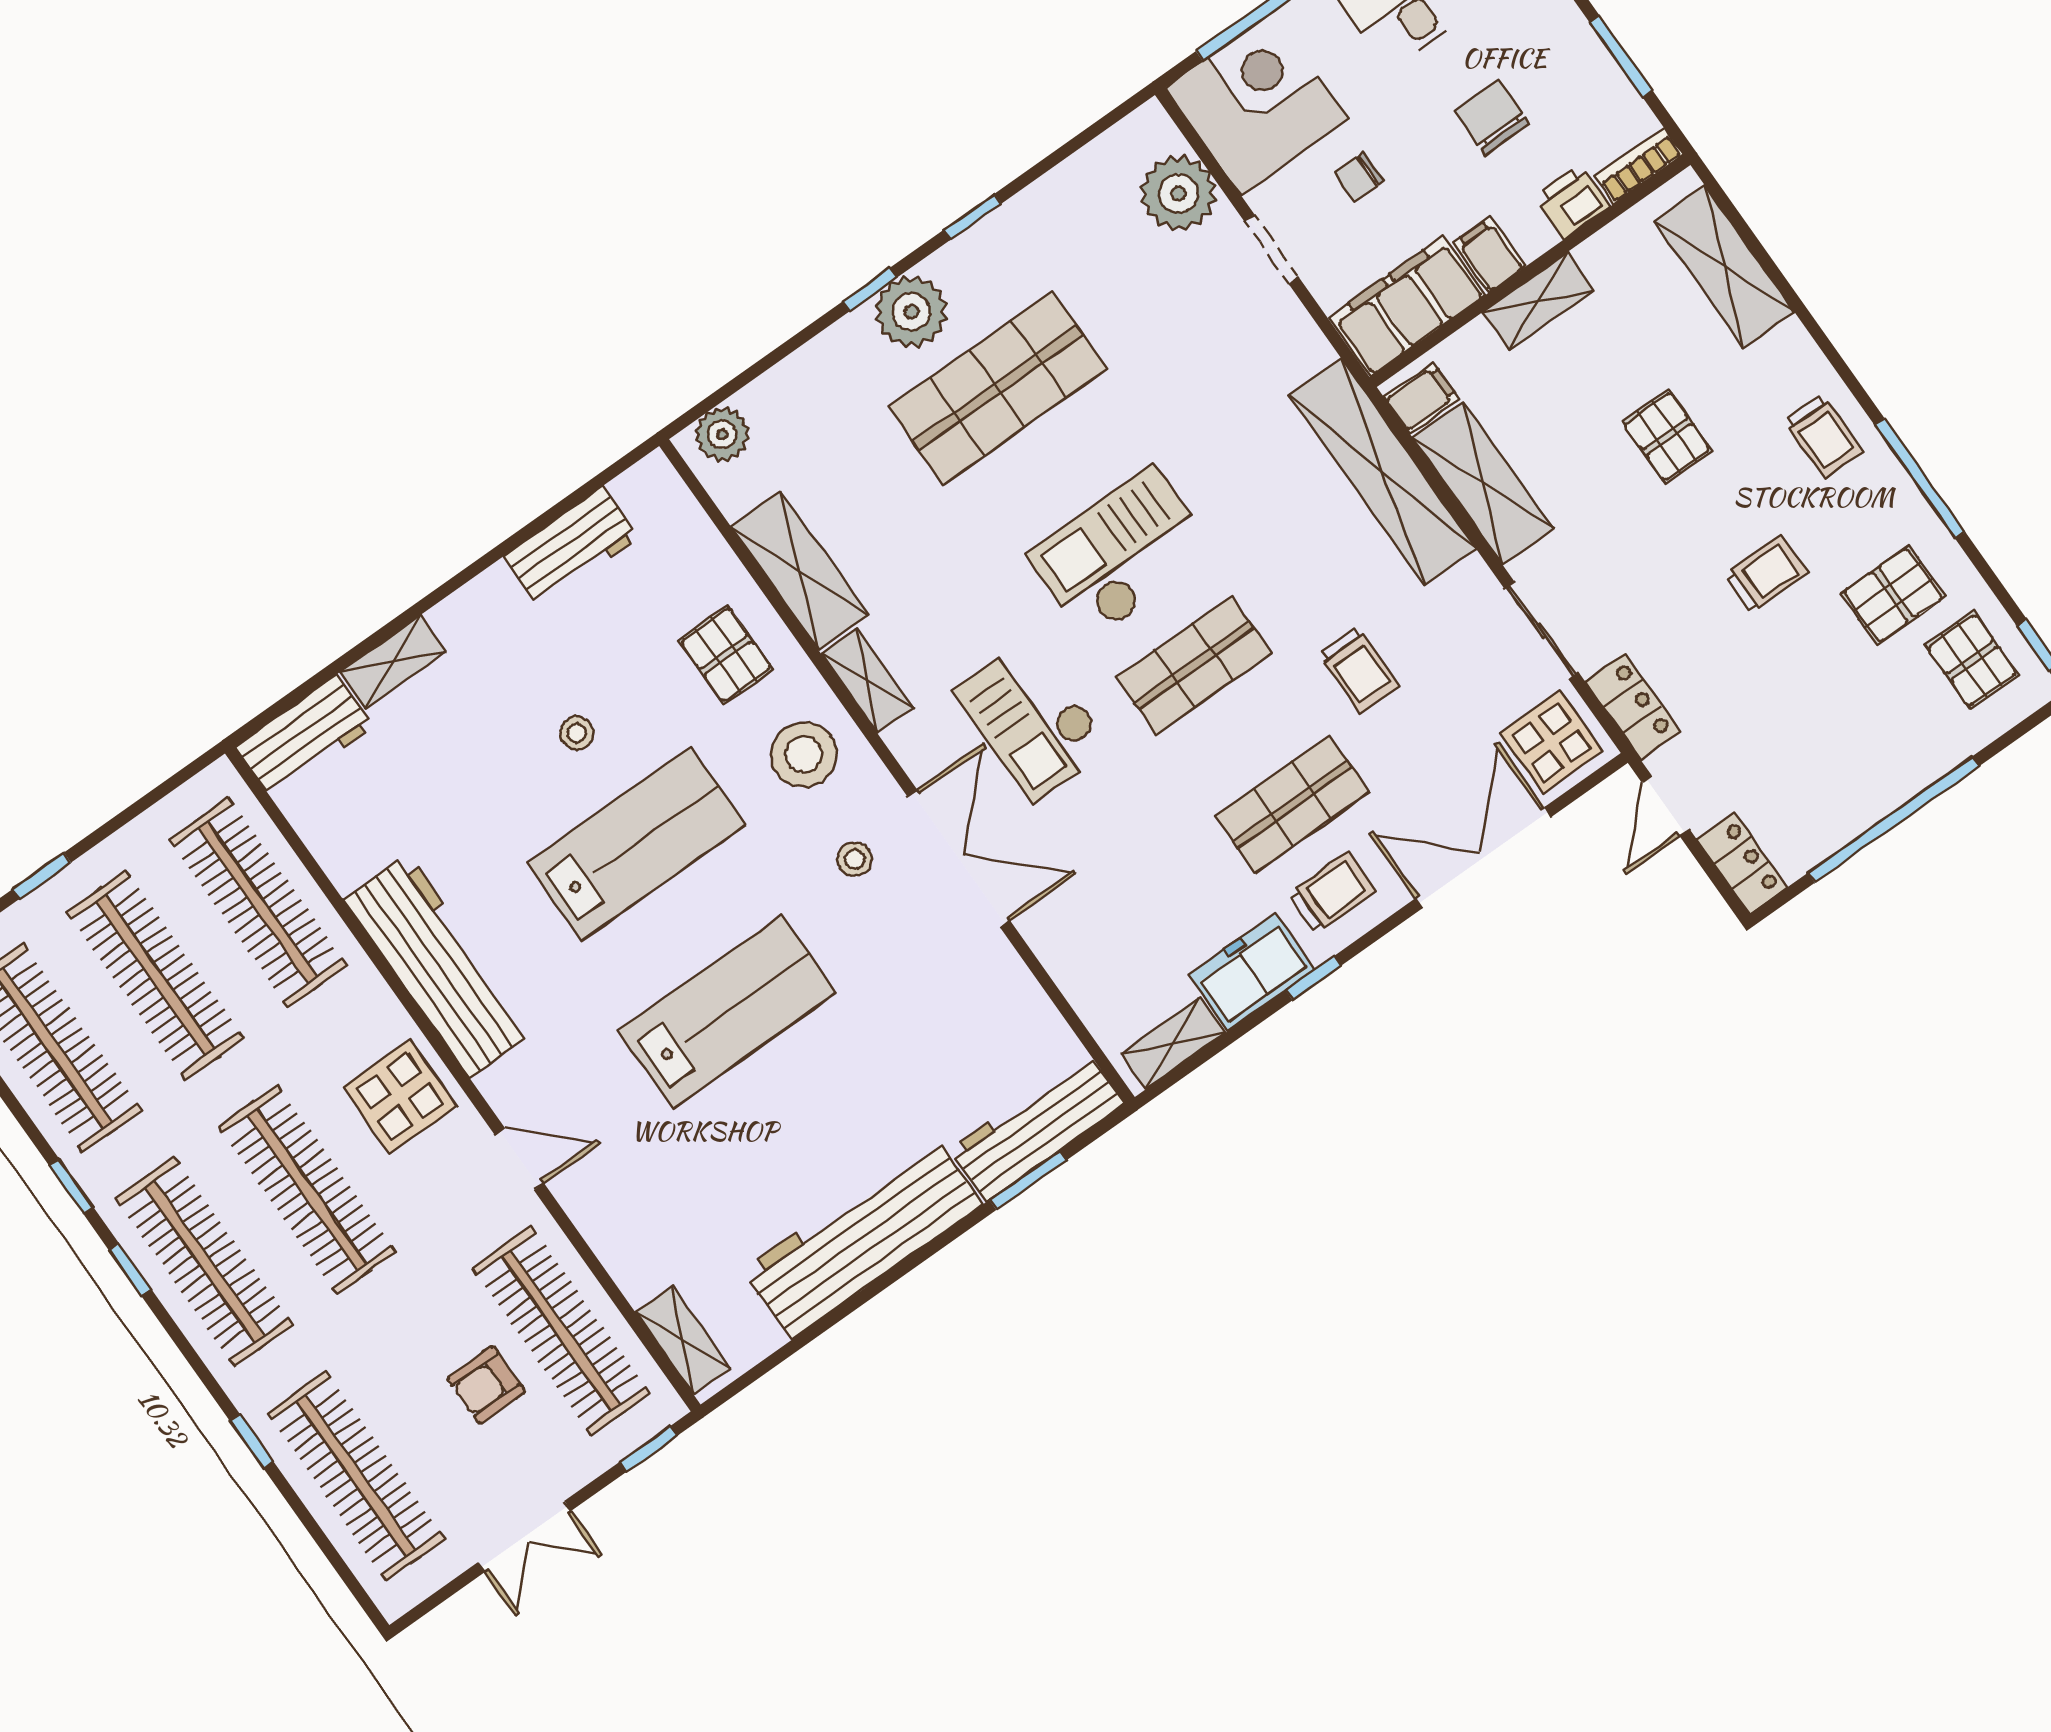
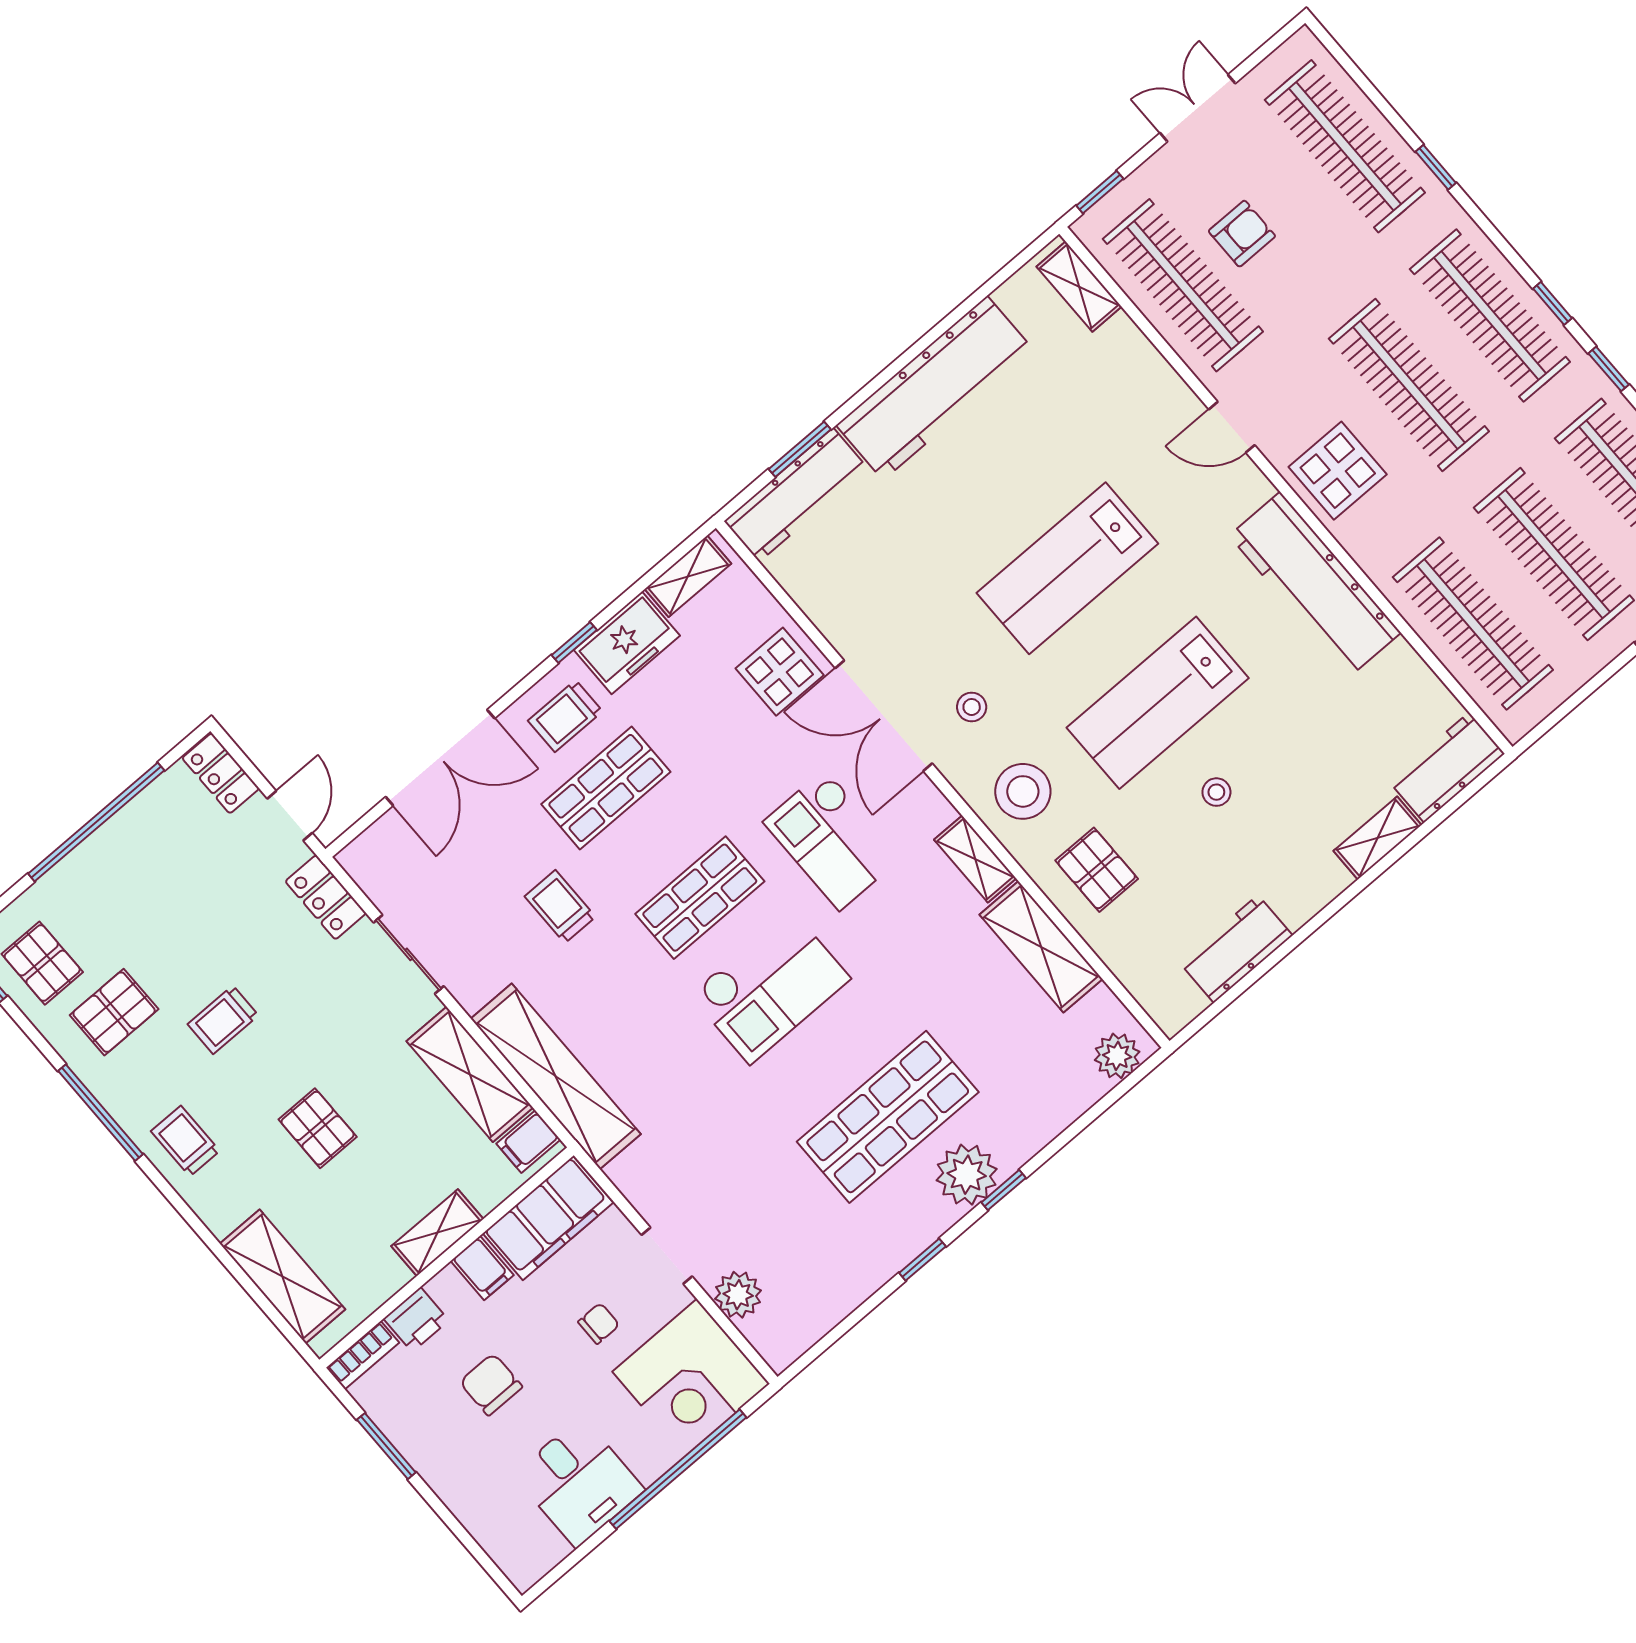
chair: (1492, 117) -> (491, 1384), turned 180
plant: (1178, 193) -> (738, 1295), width x0.73, depth x0.73
checkout: (1032, 719) -> (832, 840), turned 180
display table: (1551, 742) -> (780, 672), moved

